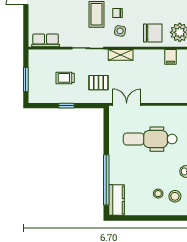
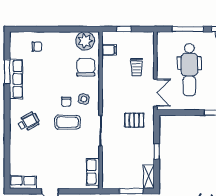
shelving: (121, 55) -> (149, 177), moved
trolley: (65, 78) -> (137, 67), moved
pallet: (99, 83) -> (134, 120), turned 90
double door: (127, 104) -> (155, 93), swing flipped

